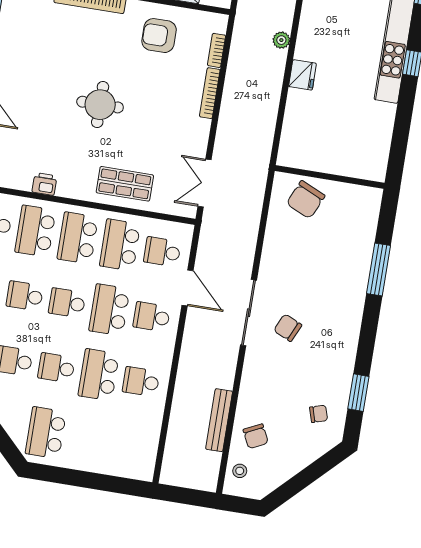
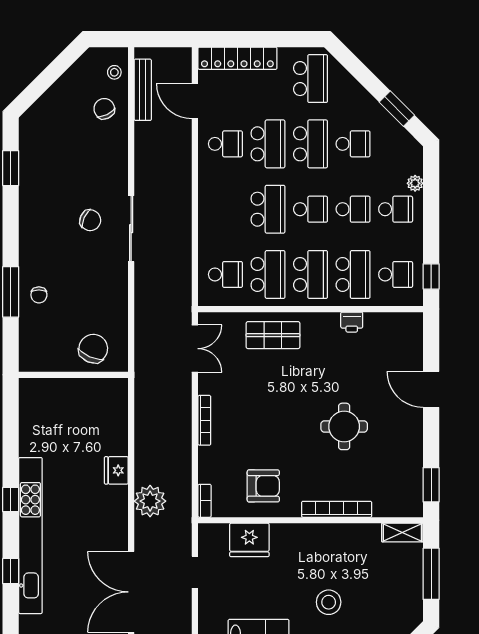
plant: (281, 40) -> (150, 501), width x1.87, depth x1.87
bookcase: (217, 50) -> (205, 501), moved
bookcase: (210, 93) -> (204, 420), moved
round table: (100, 105) -> (344, 426), moved
door: (187, 288) -> (195, 101), moved
school desk: (152, 317) -> (225, 209), removed
school desk: (56, 368) -> (311, 144), width x1.85
chair: (319, 414) -> (39, 295), moved, turned -73
bench: (219, 420) -> (143, 90), moved
locker: (115, 465) -> (237, 58), added

